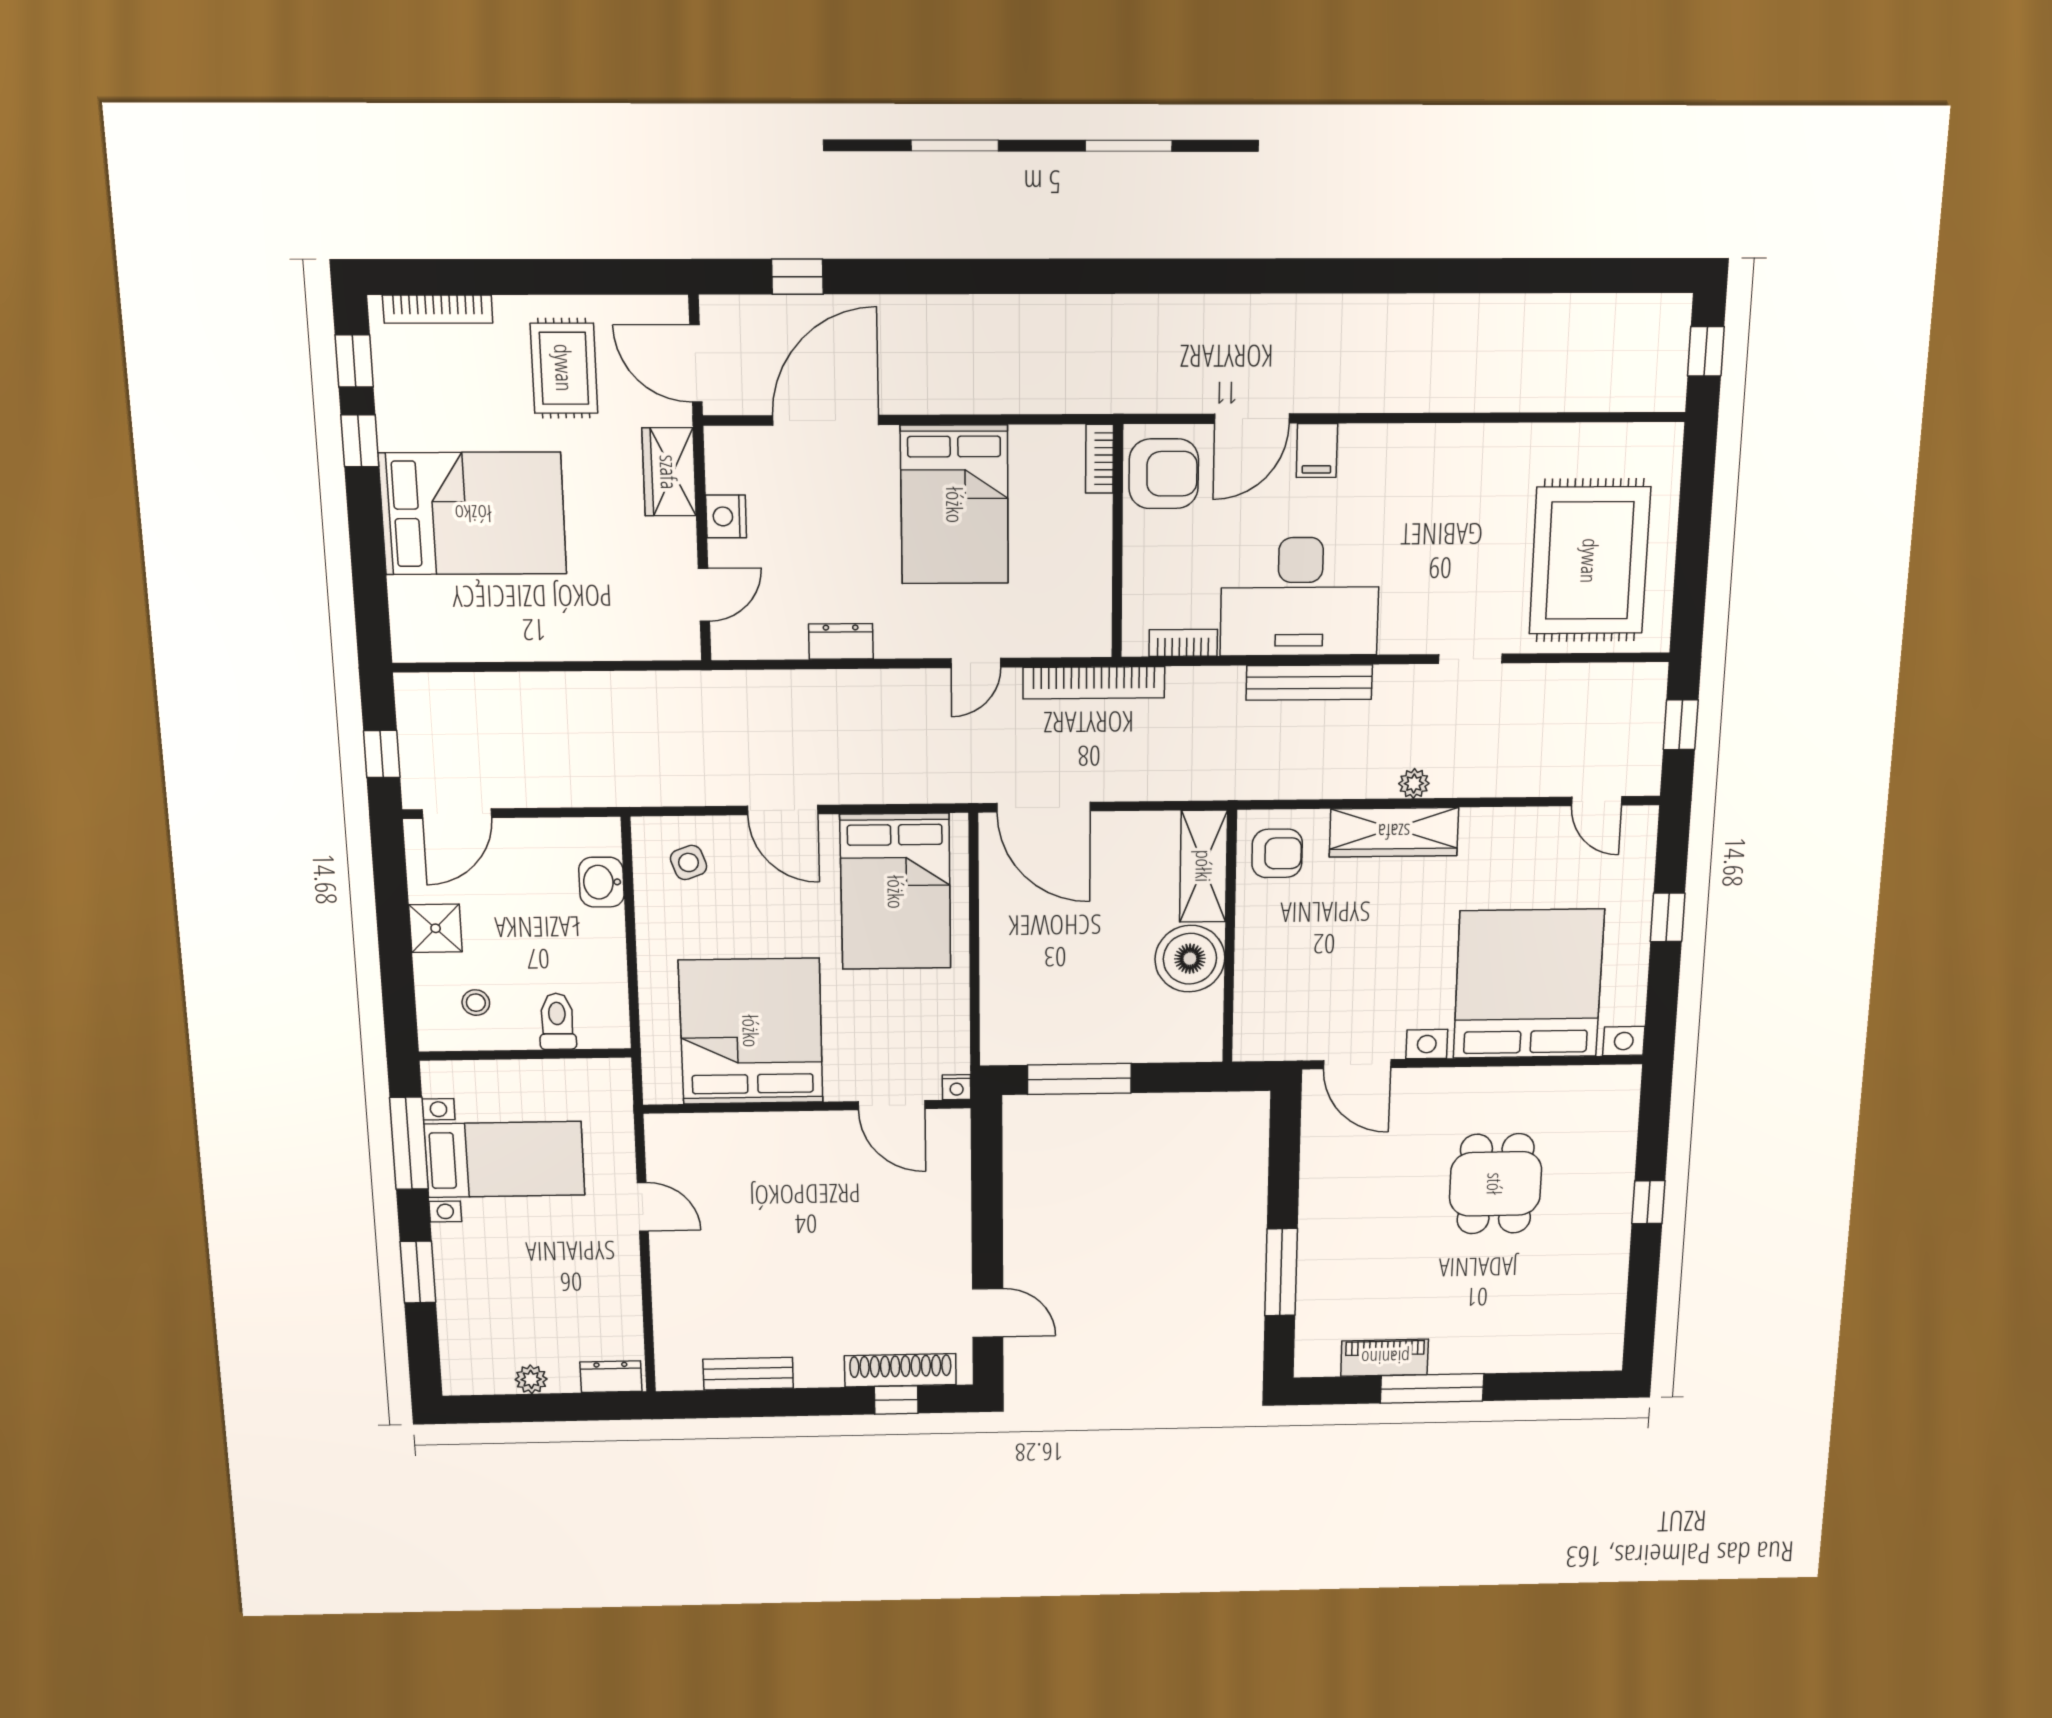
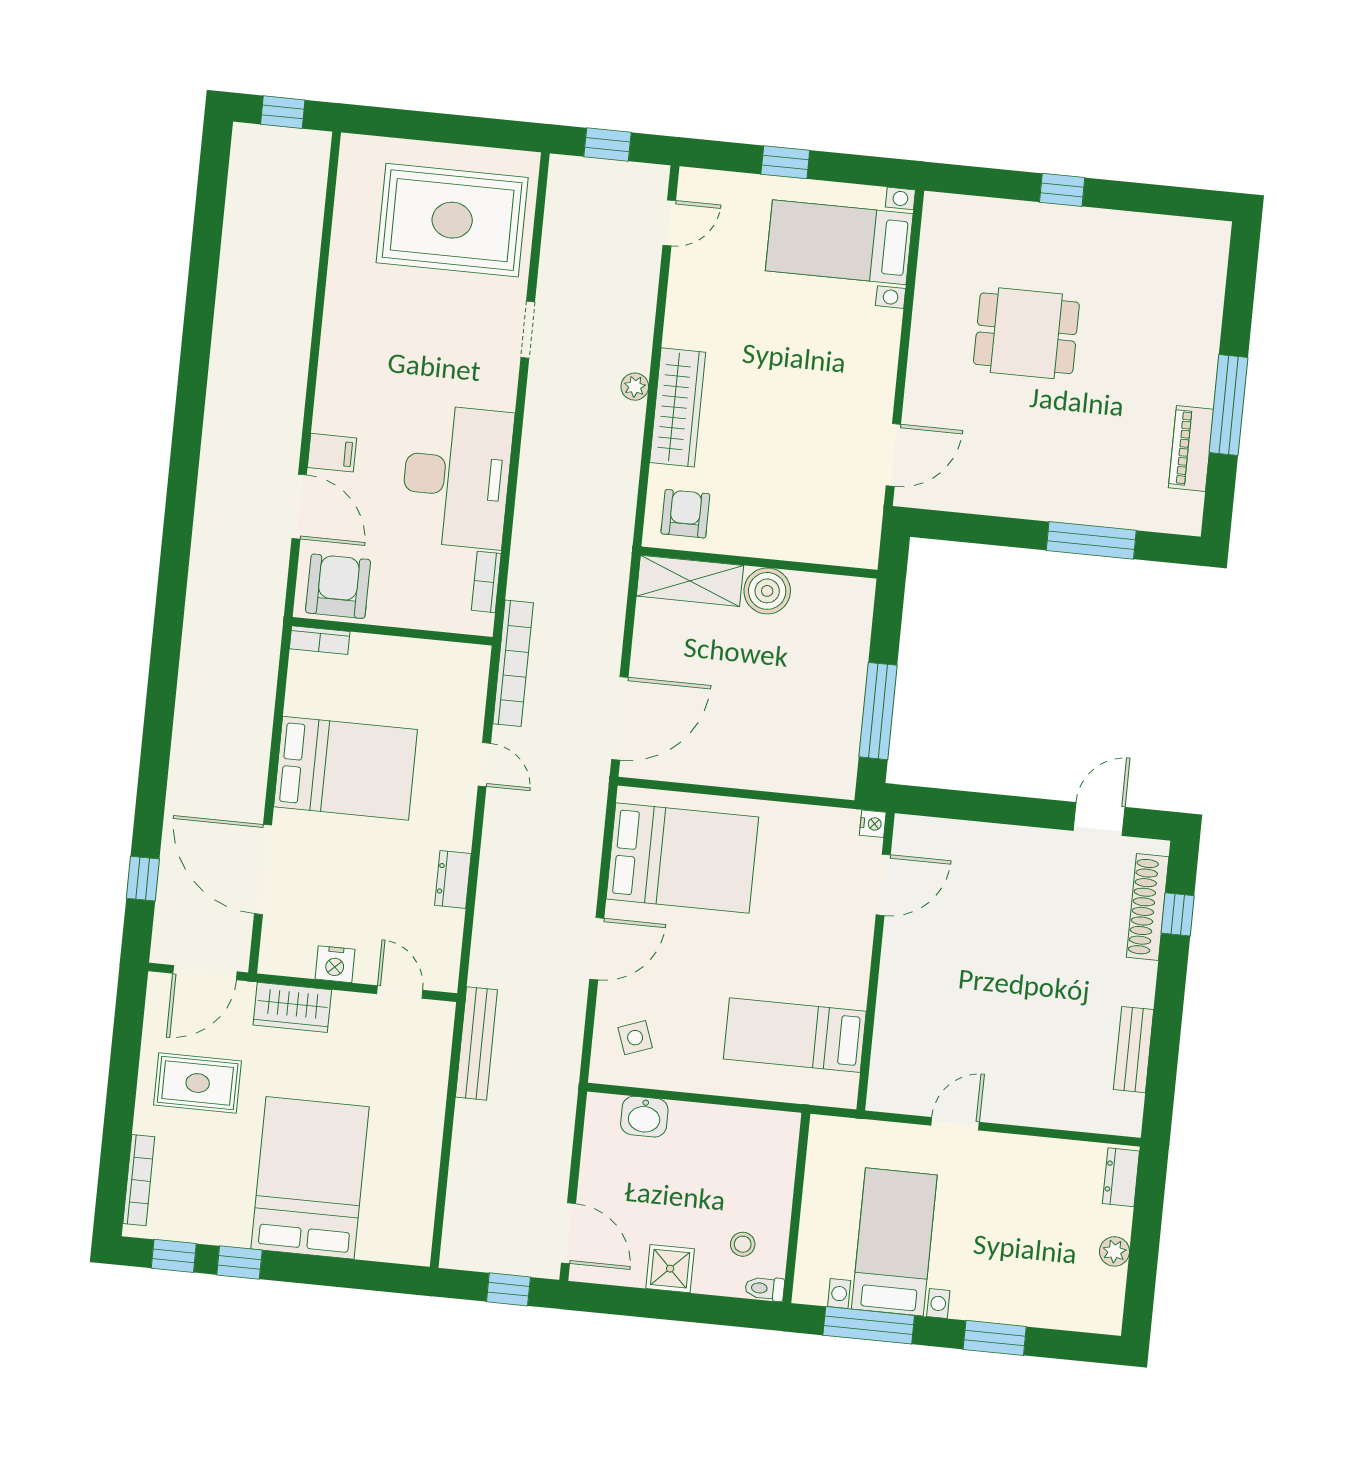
bench: (1309, 682) -> (476, 1043), moved
boiler: (1190, 959) -> (767, 591), width x0.73, depth x0.73
bed with nightstands: (1529, 984) -> (839, 242), width x0.54
toilet: (557, 1021) -> (765, 1289), moved, width x0.73, depth x0.72
bed: (751, 1031) -> (795, 1035), width x0.49

